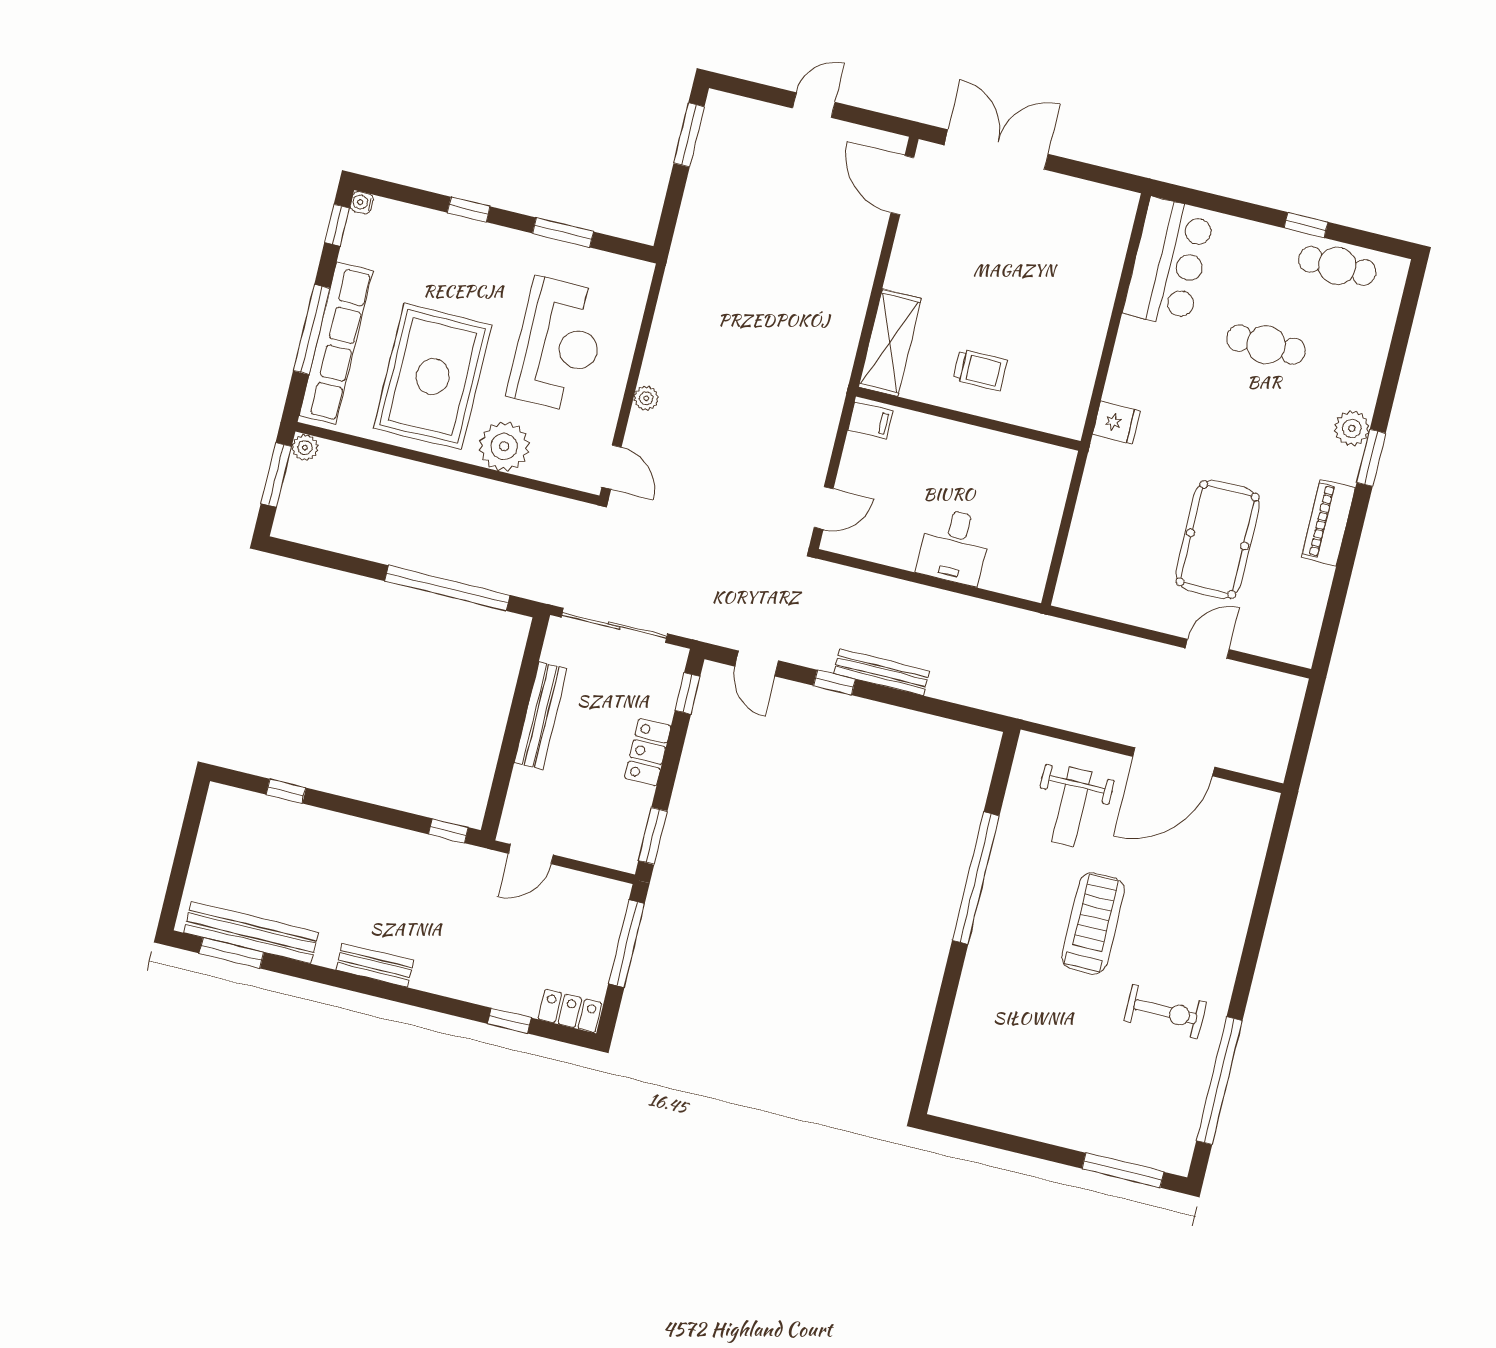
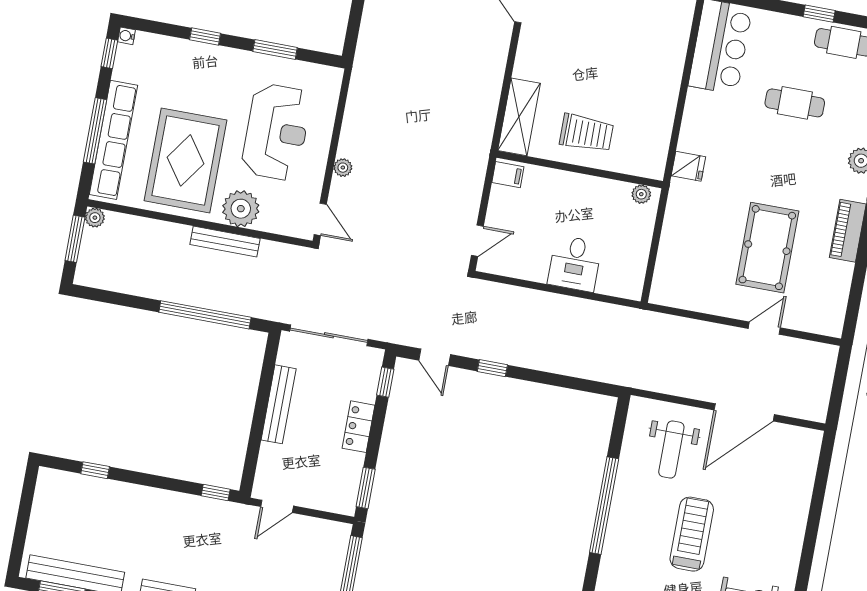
trolley: (980, 370) -> (586, 133), width x1.36, depth x1.39
plant: (1050, 457) -> (641, 194), added
bench: (882, 672) -> (225, 242), moved

